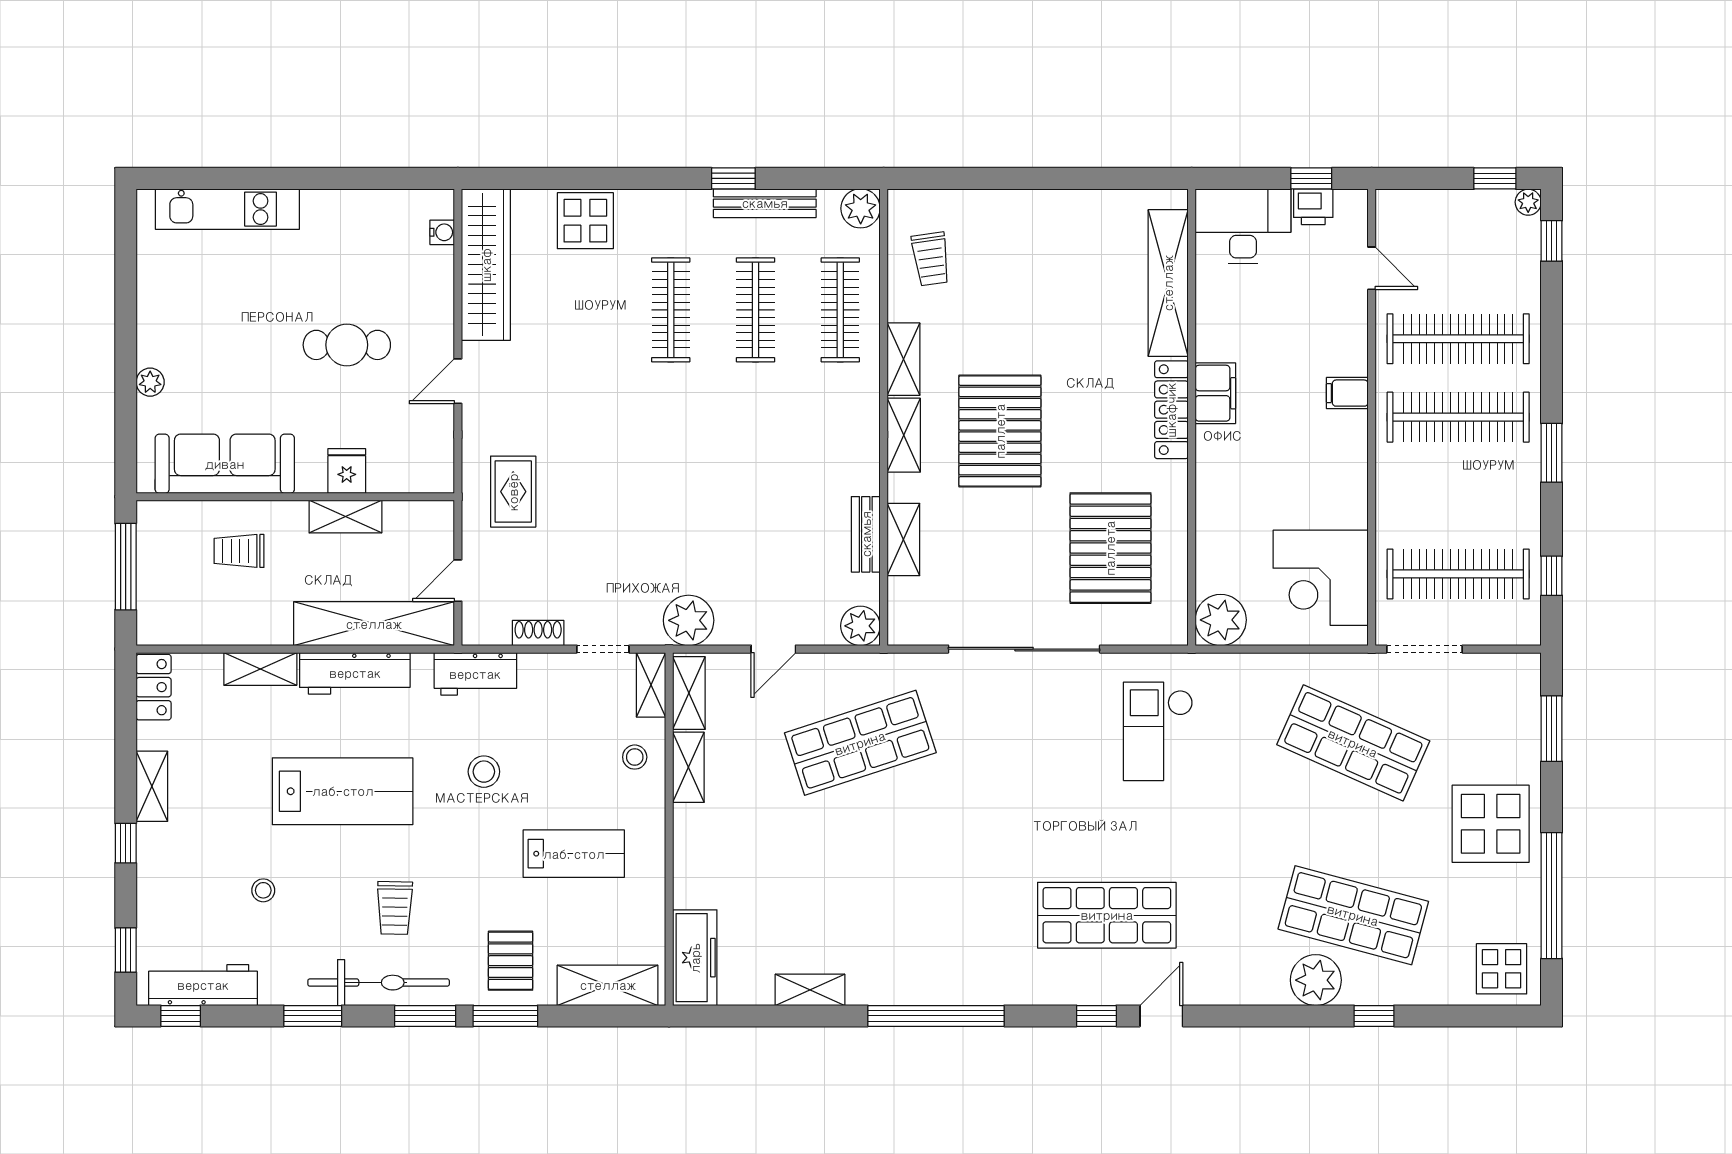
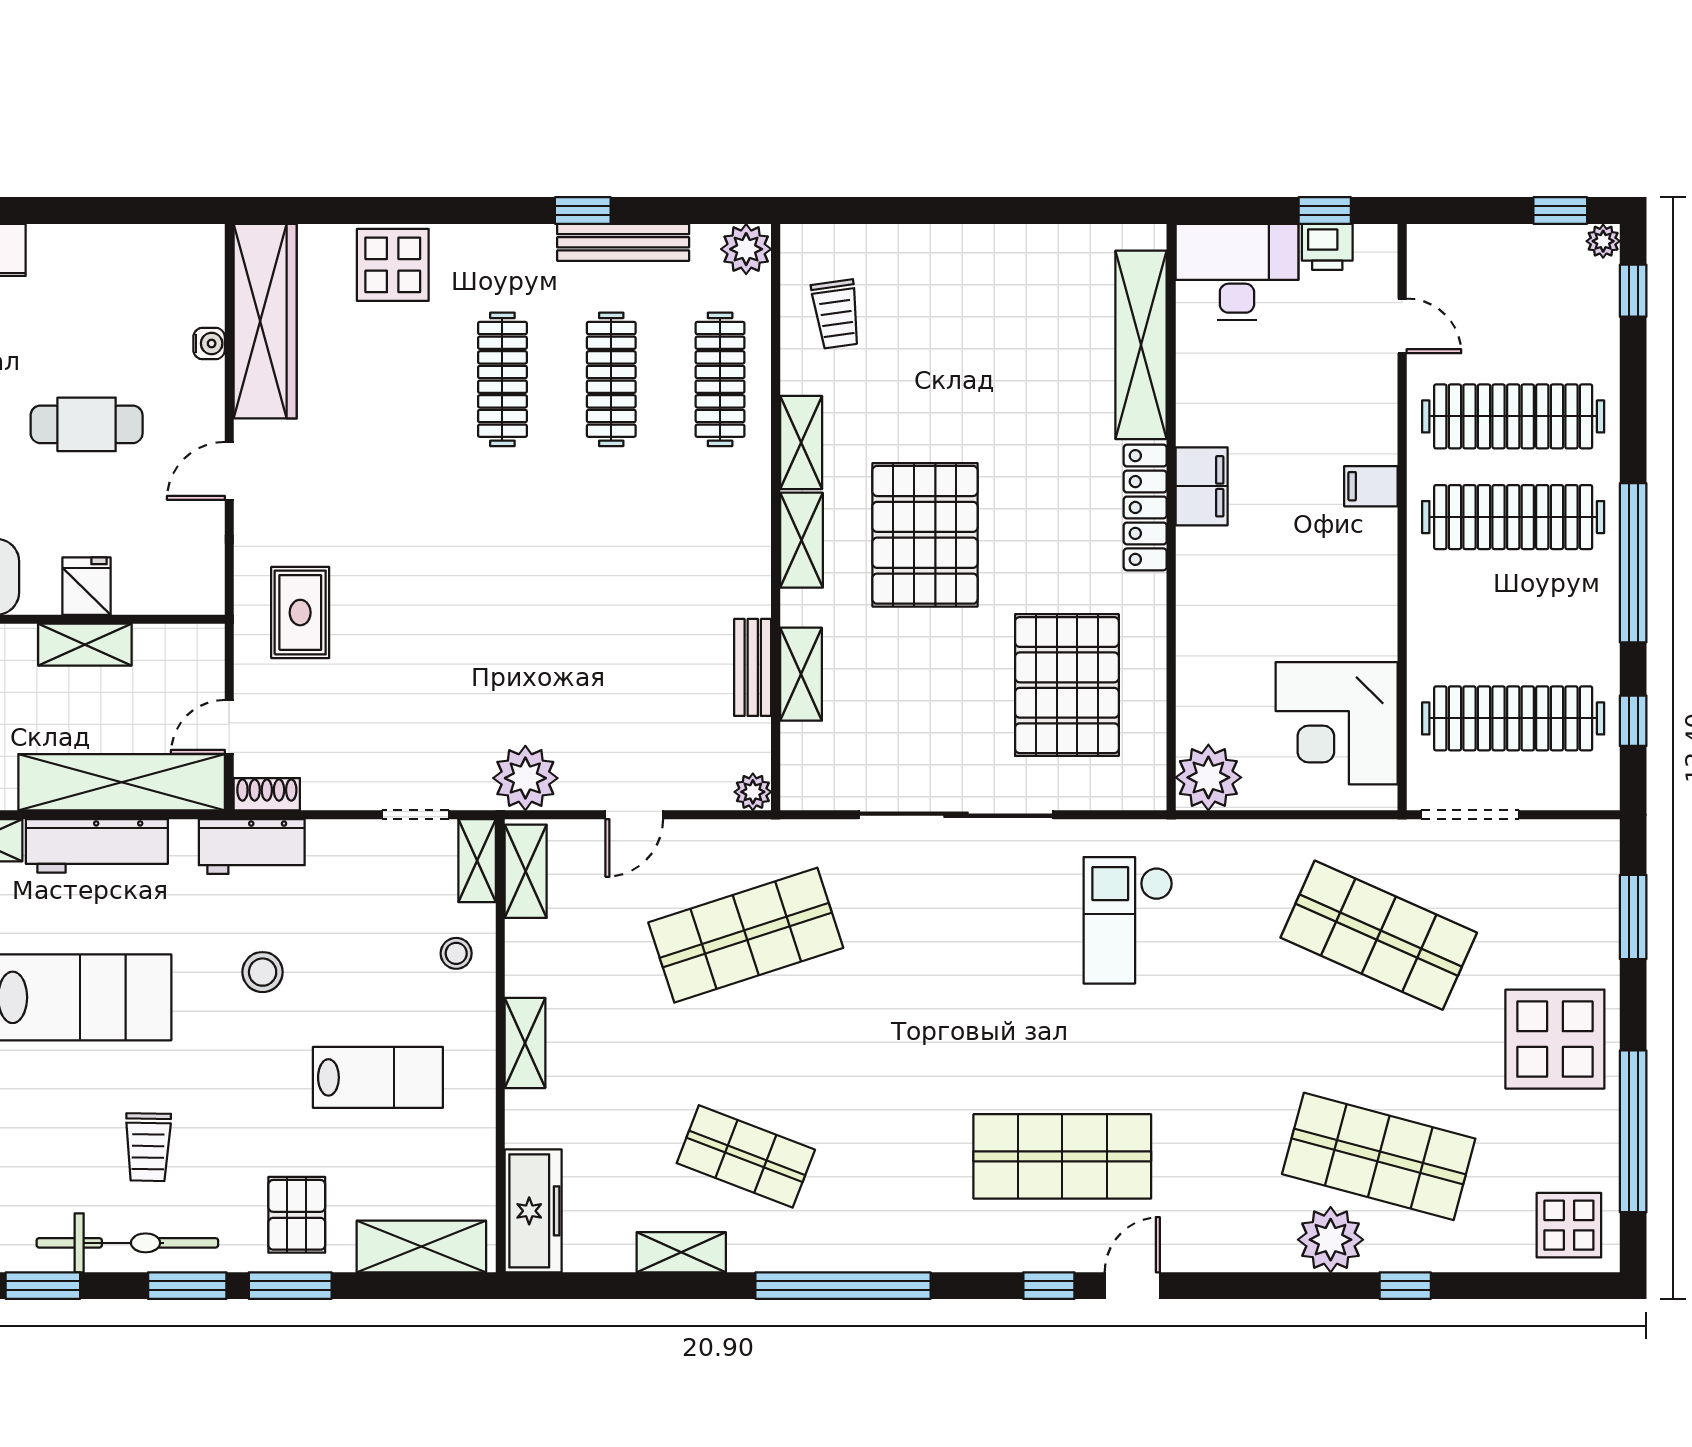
water cooler: (442, 232) -> (209, 343), moved
window: (1552, 453) -> (1633, 563), width x2.11
plant: (860, 626) -> (753, 792), width x0.73, depth x0.73
shoe rack: (538, 633) -> (267, 794), moved
shelving: (688, 767) -> (525, 1043), moved
shop shelf: (860, 915) -> (746, 1156), added

